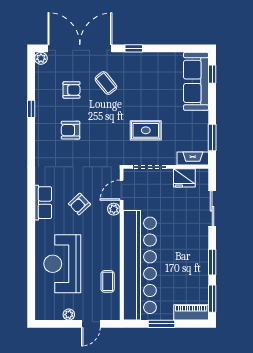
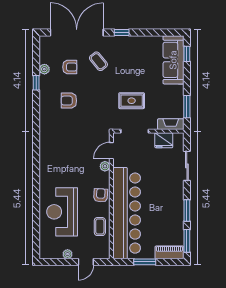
plant: (41, 58) -> (44, 69), moved
row of seats: (43, 203) -> (46, 161), removed
armchair: (79, 204) -> (101, 195), moved, turned 136

